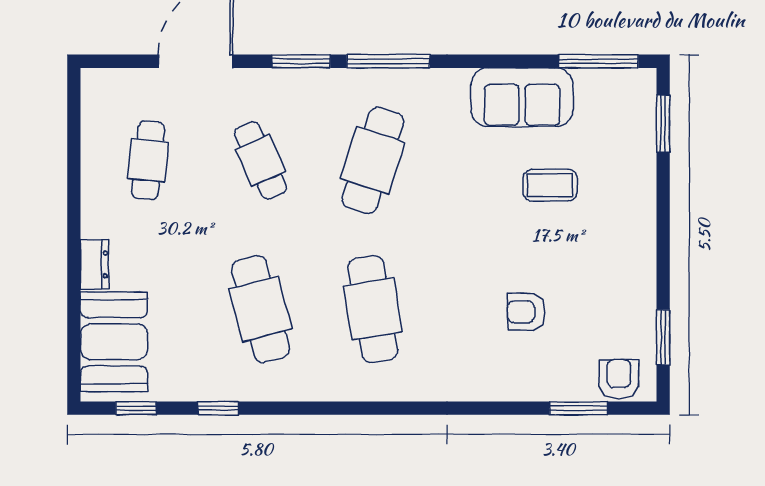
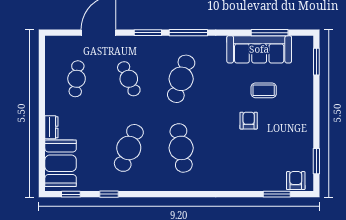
window: (598, 61) -> (270, 33), moved
sofa: (522, 97) -> (259, 49), width x1.36
cafe table: (260, 309) -> (129, 148), turned 36
armchair: (526, 312) -> (249, 121), moved, turned 90

